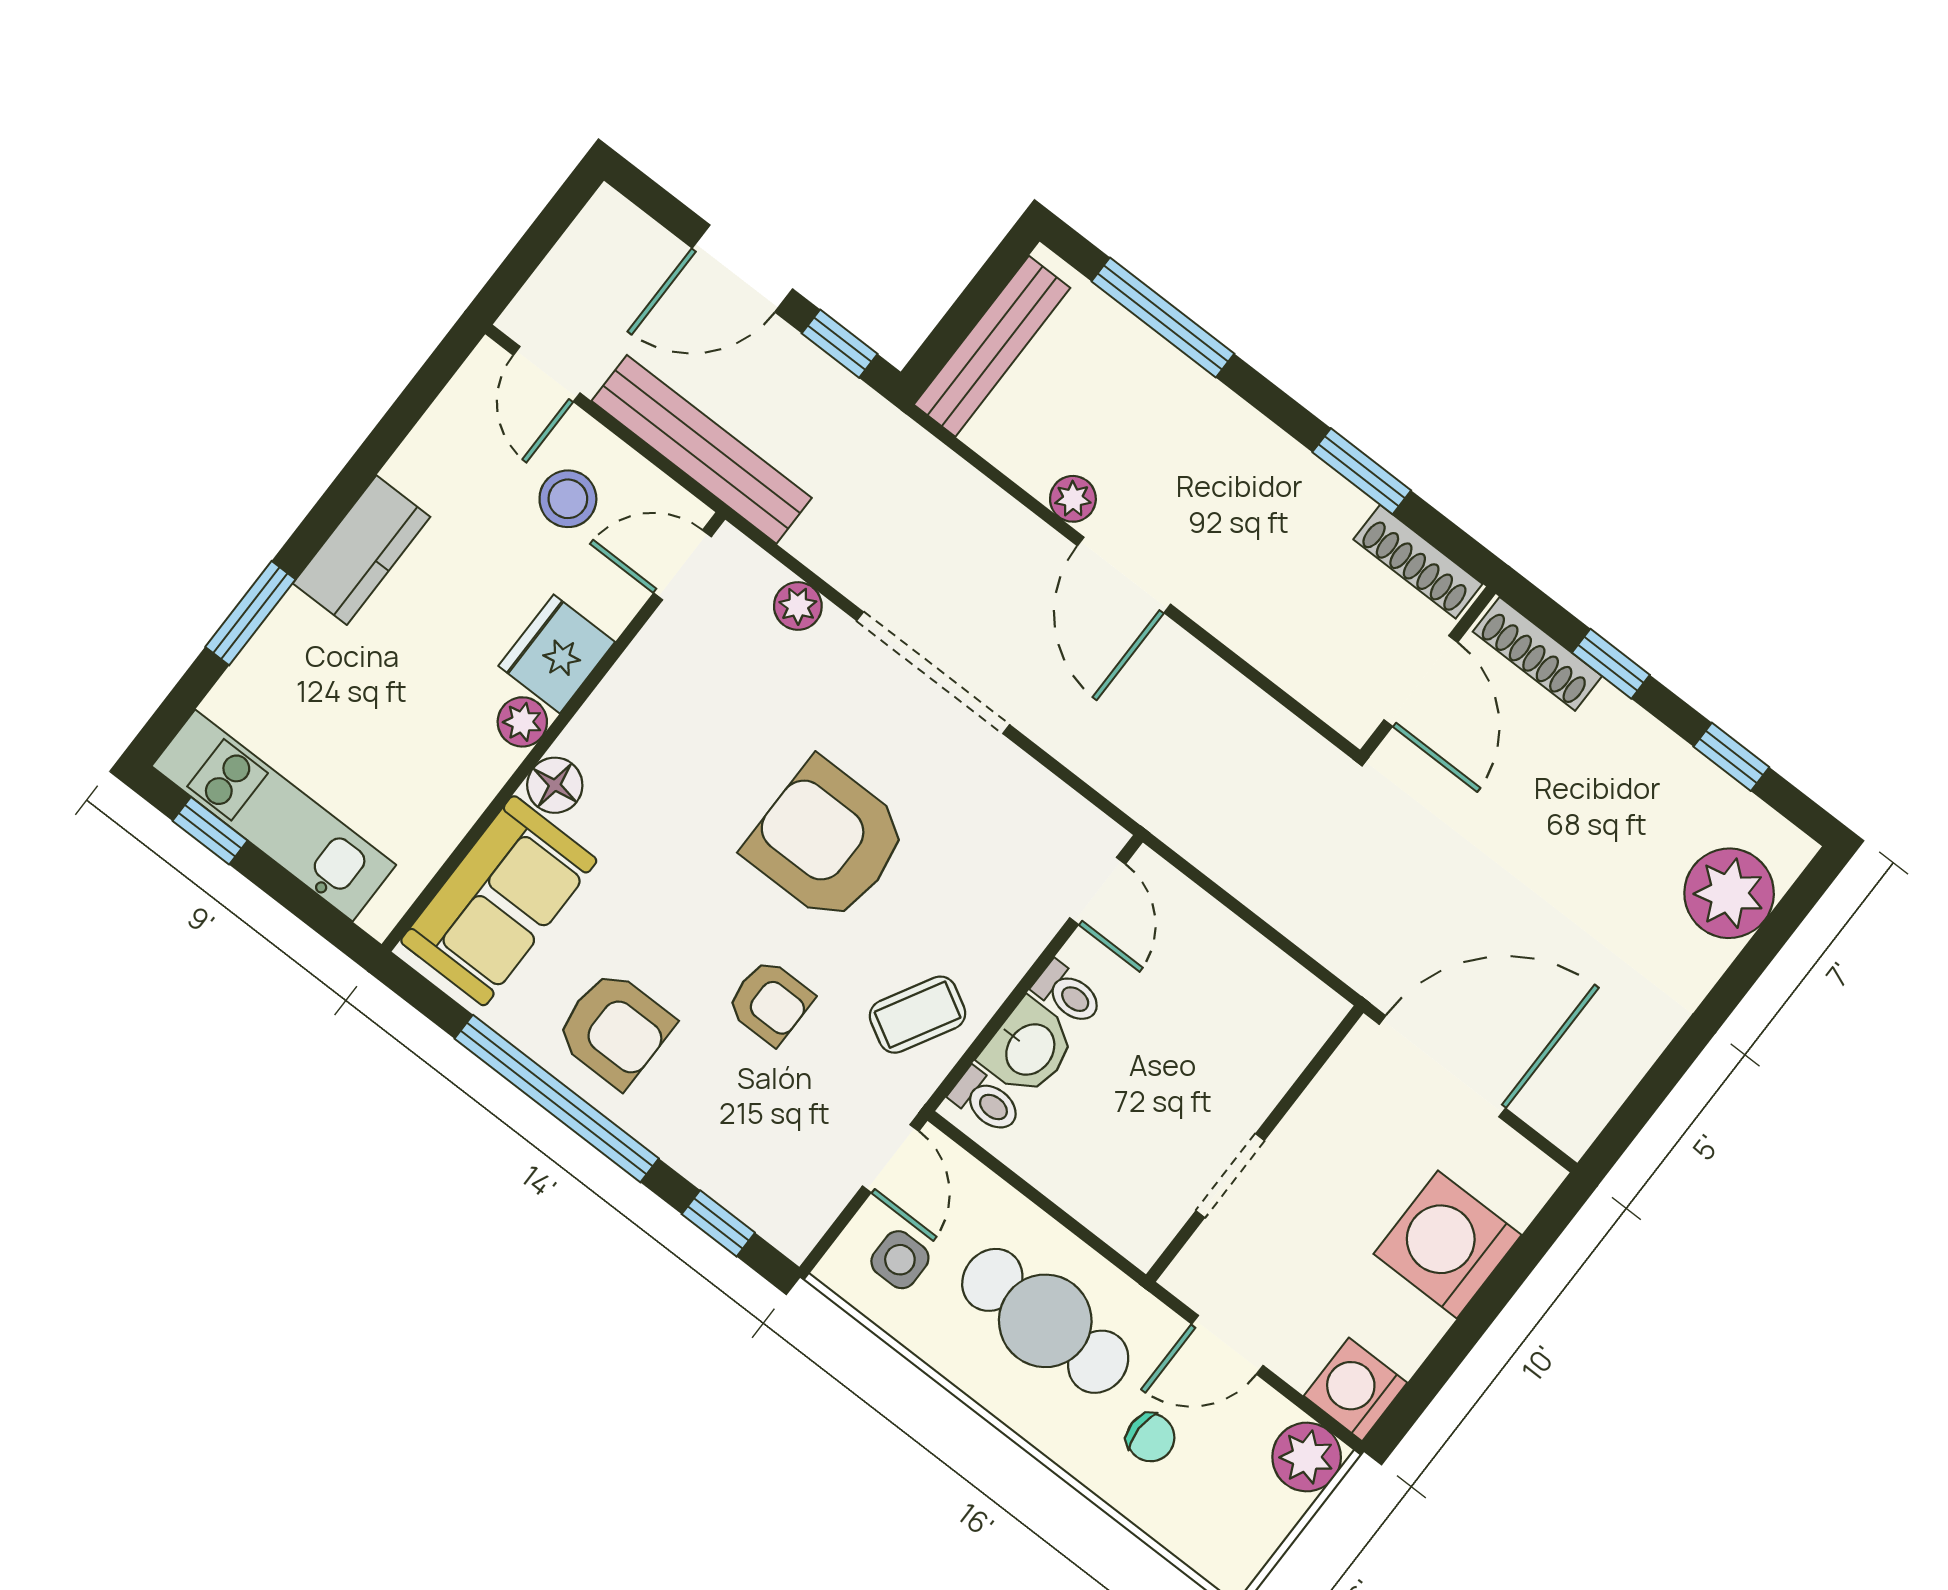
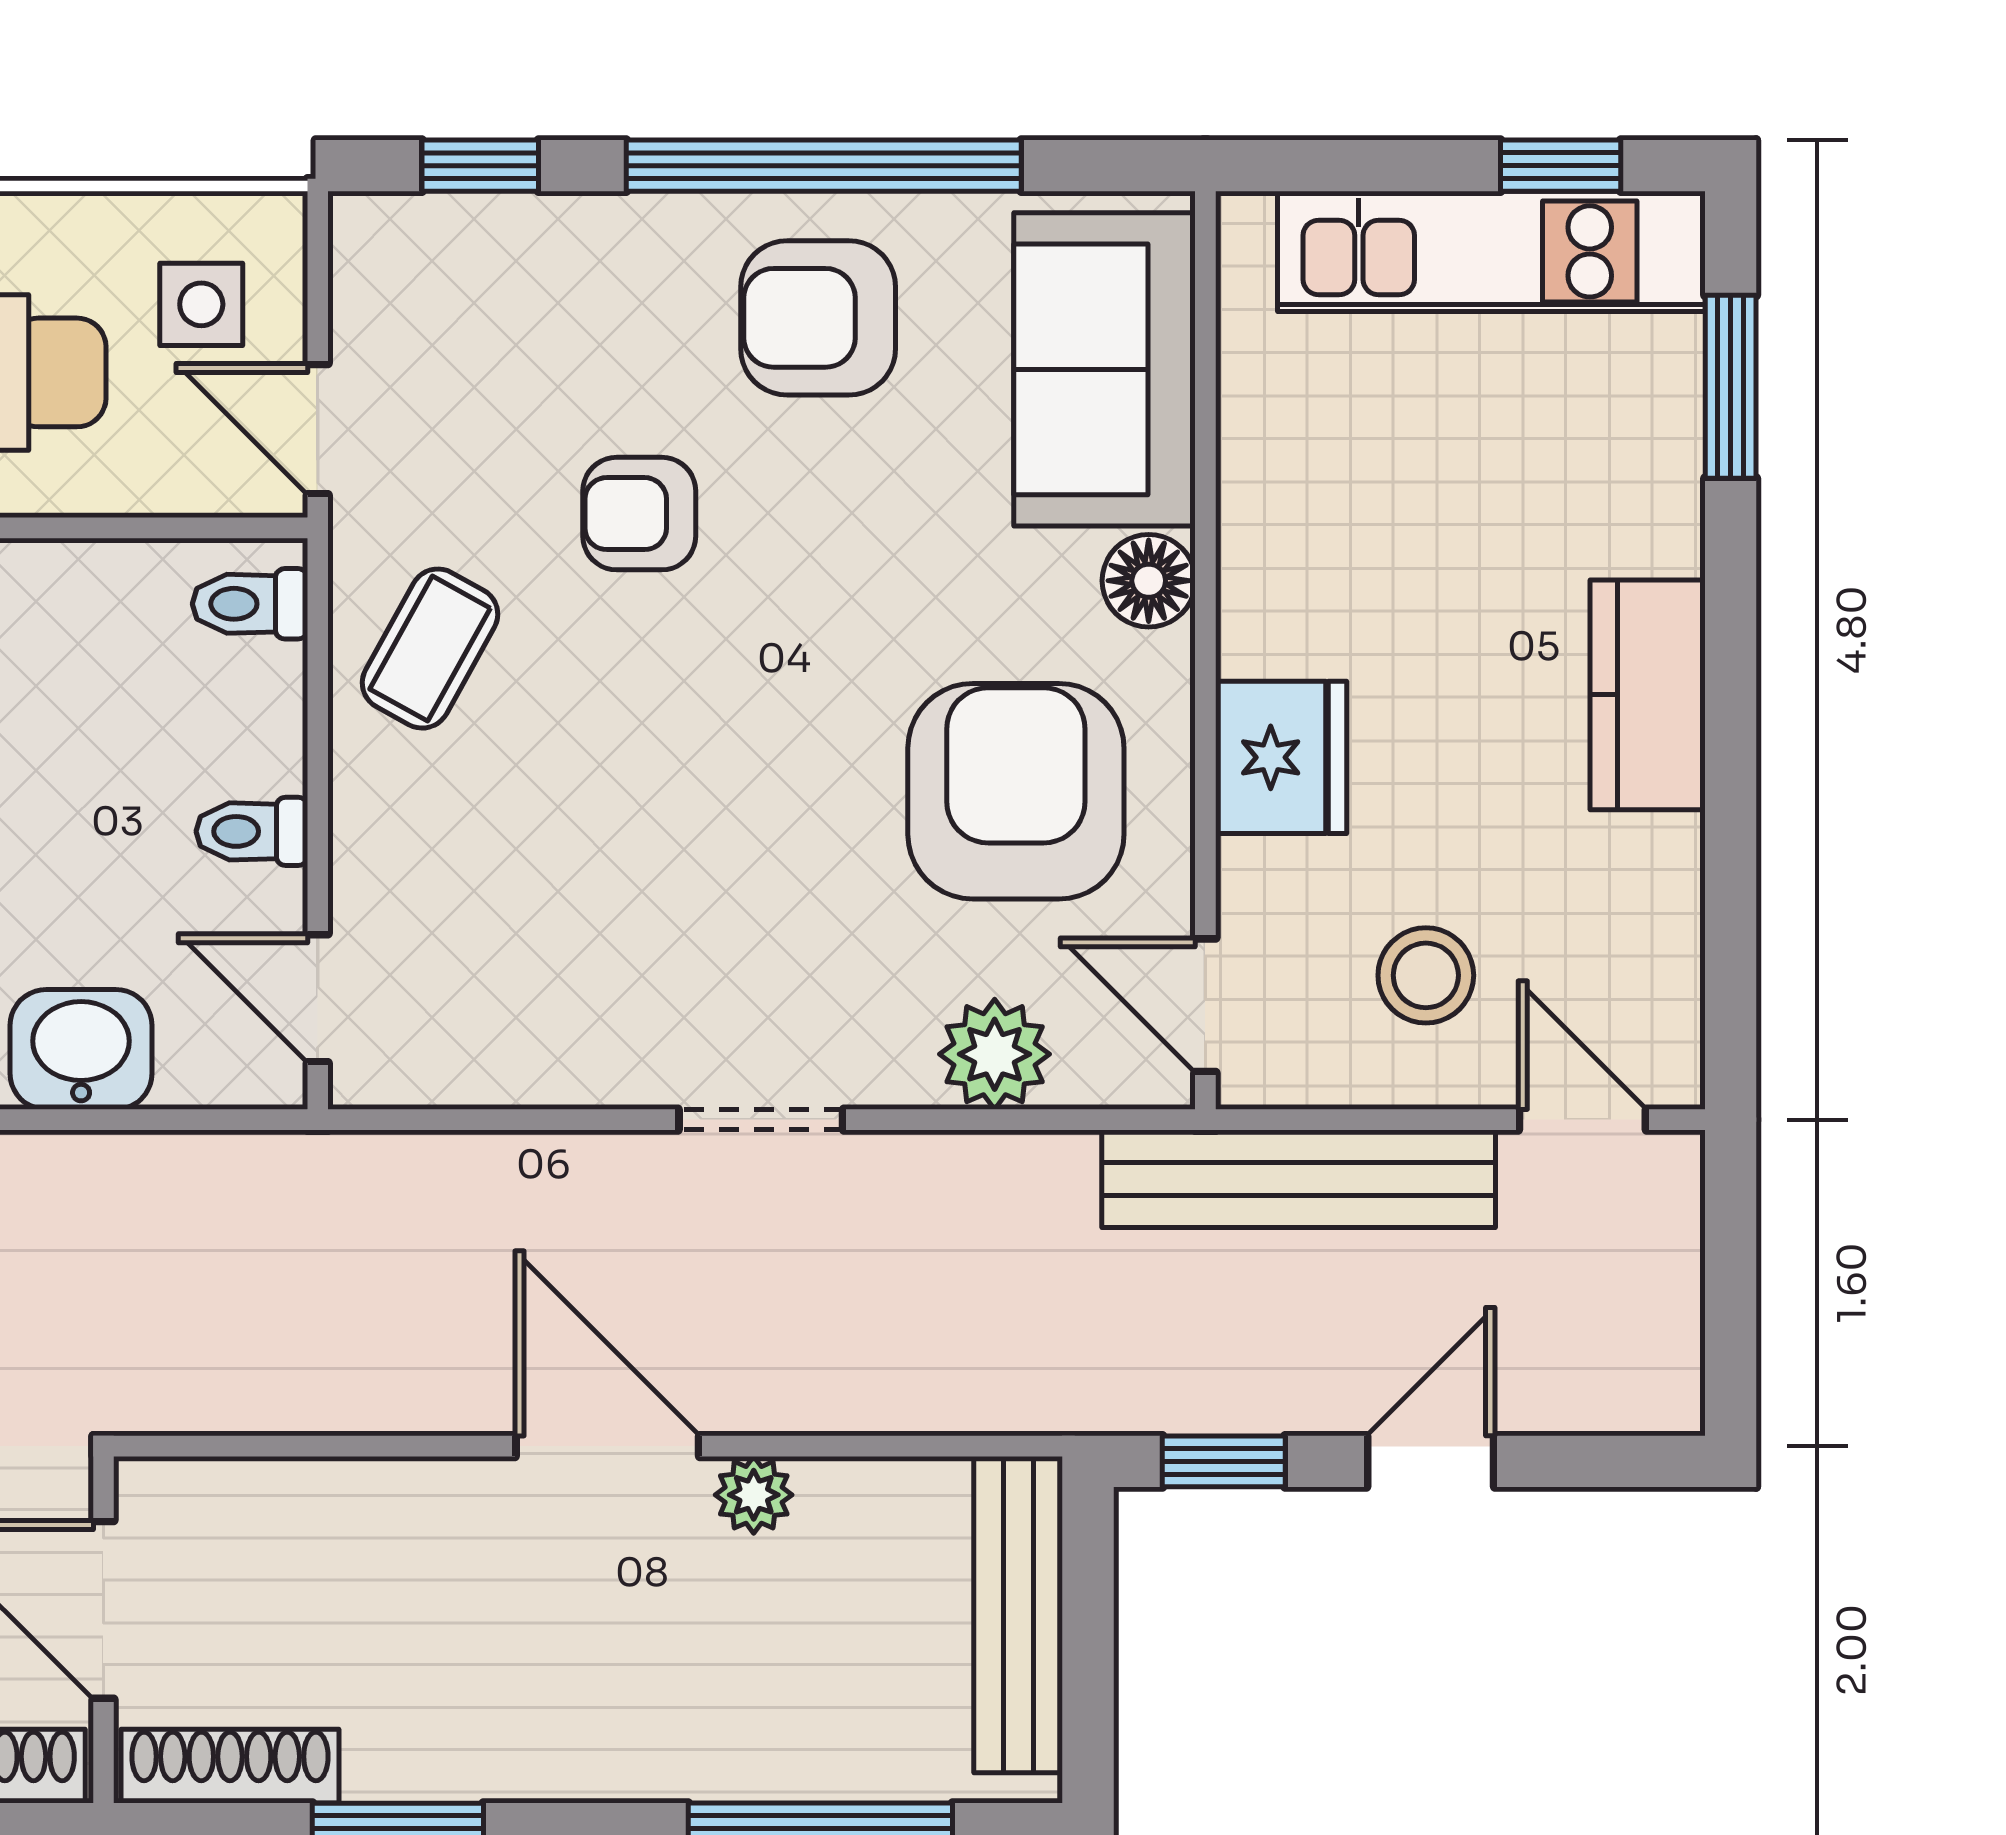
door: (742, 268) -> (1431, 1461), width x0.73
door: (682, 565) -> (1205, 1005), swing flipped
plant: (798, 606) -> (995, 1054), width x1.38, depth x1.38
window: (250, 613) -> (1731, 387), moved
doorway: (933, 673) -> (761, 1120), width x0.53
plant: (522, 722) -> (1257, 632), removed
armchair: (827, 841) -> (1016, 791), moved, turned -90
washbasin: (1029, 1048) -> (81, 1049), moved, turned 90

